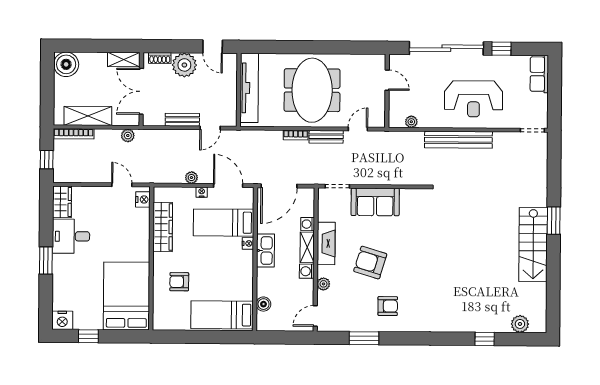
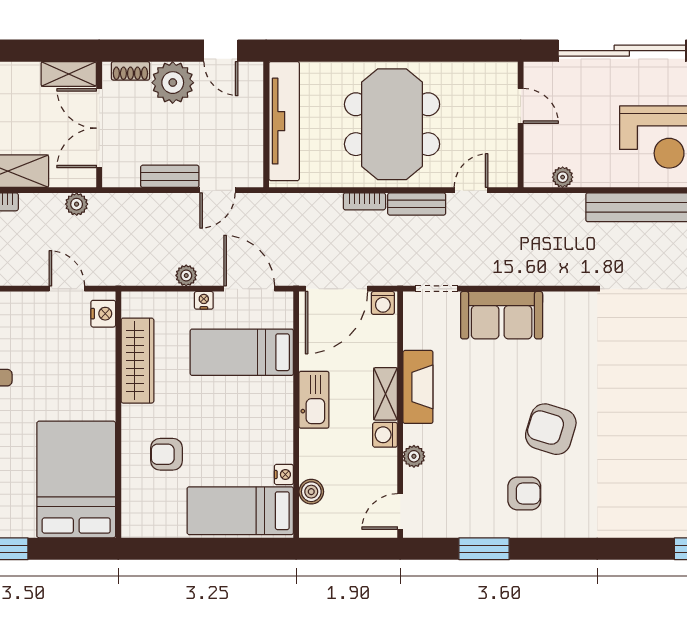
washing machine: (308, 224) -> (383, 303), moved, turned -90
nightstand: (248, 243) -> (284, 474), moved
armchair: (370, 263) -> (551, 429), moved

